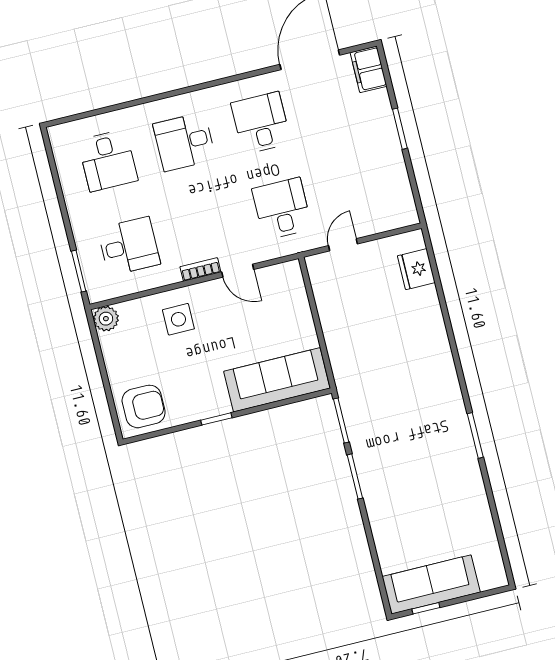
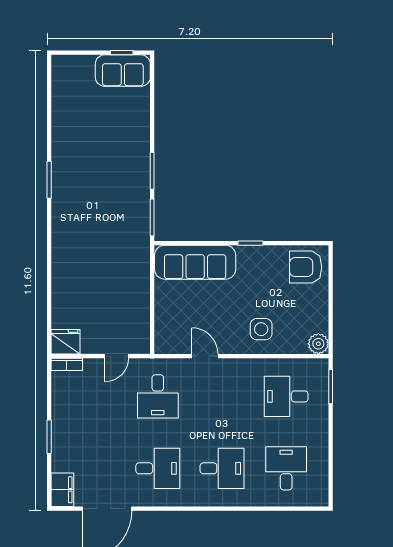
desk: (261, 123) -> (158, 468), turned -90
bookcase: (200, 269) -> (67, 364), moved
fridge: (416, 269) -> (65, 342), moved, turned -90
sofa: (431, 584) -> (123, 71), width x0.73

